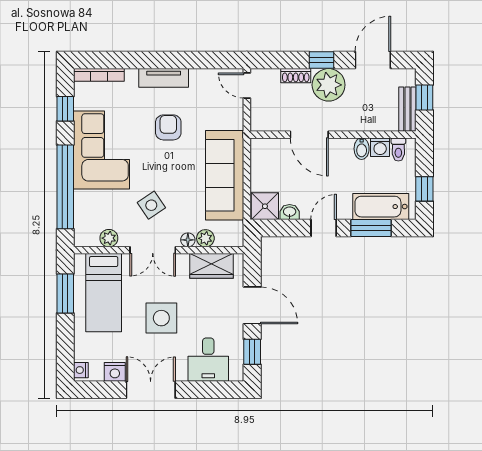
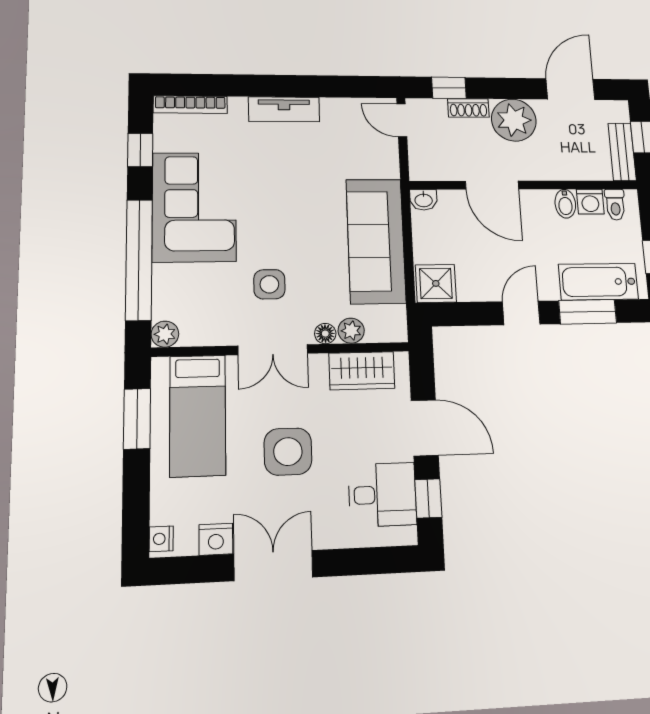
window: (322, 60) -> (449, 88), moved
armchair: (168, 127) -> (292, 176), removed
side table: (151, 205) -> (269, 284), turned 34
washbasin: (290, 212) -> (424, 200), moved, turned 180
plant: (109, 238) -> (165, 334), moved
desk: (208, 360) -> (382, 495), moved, turned -90

